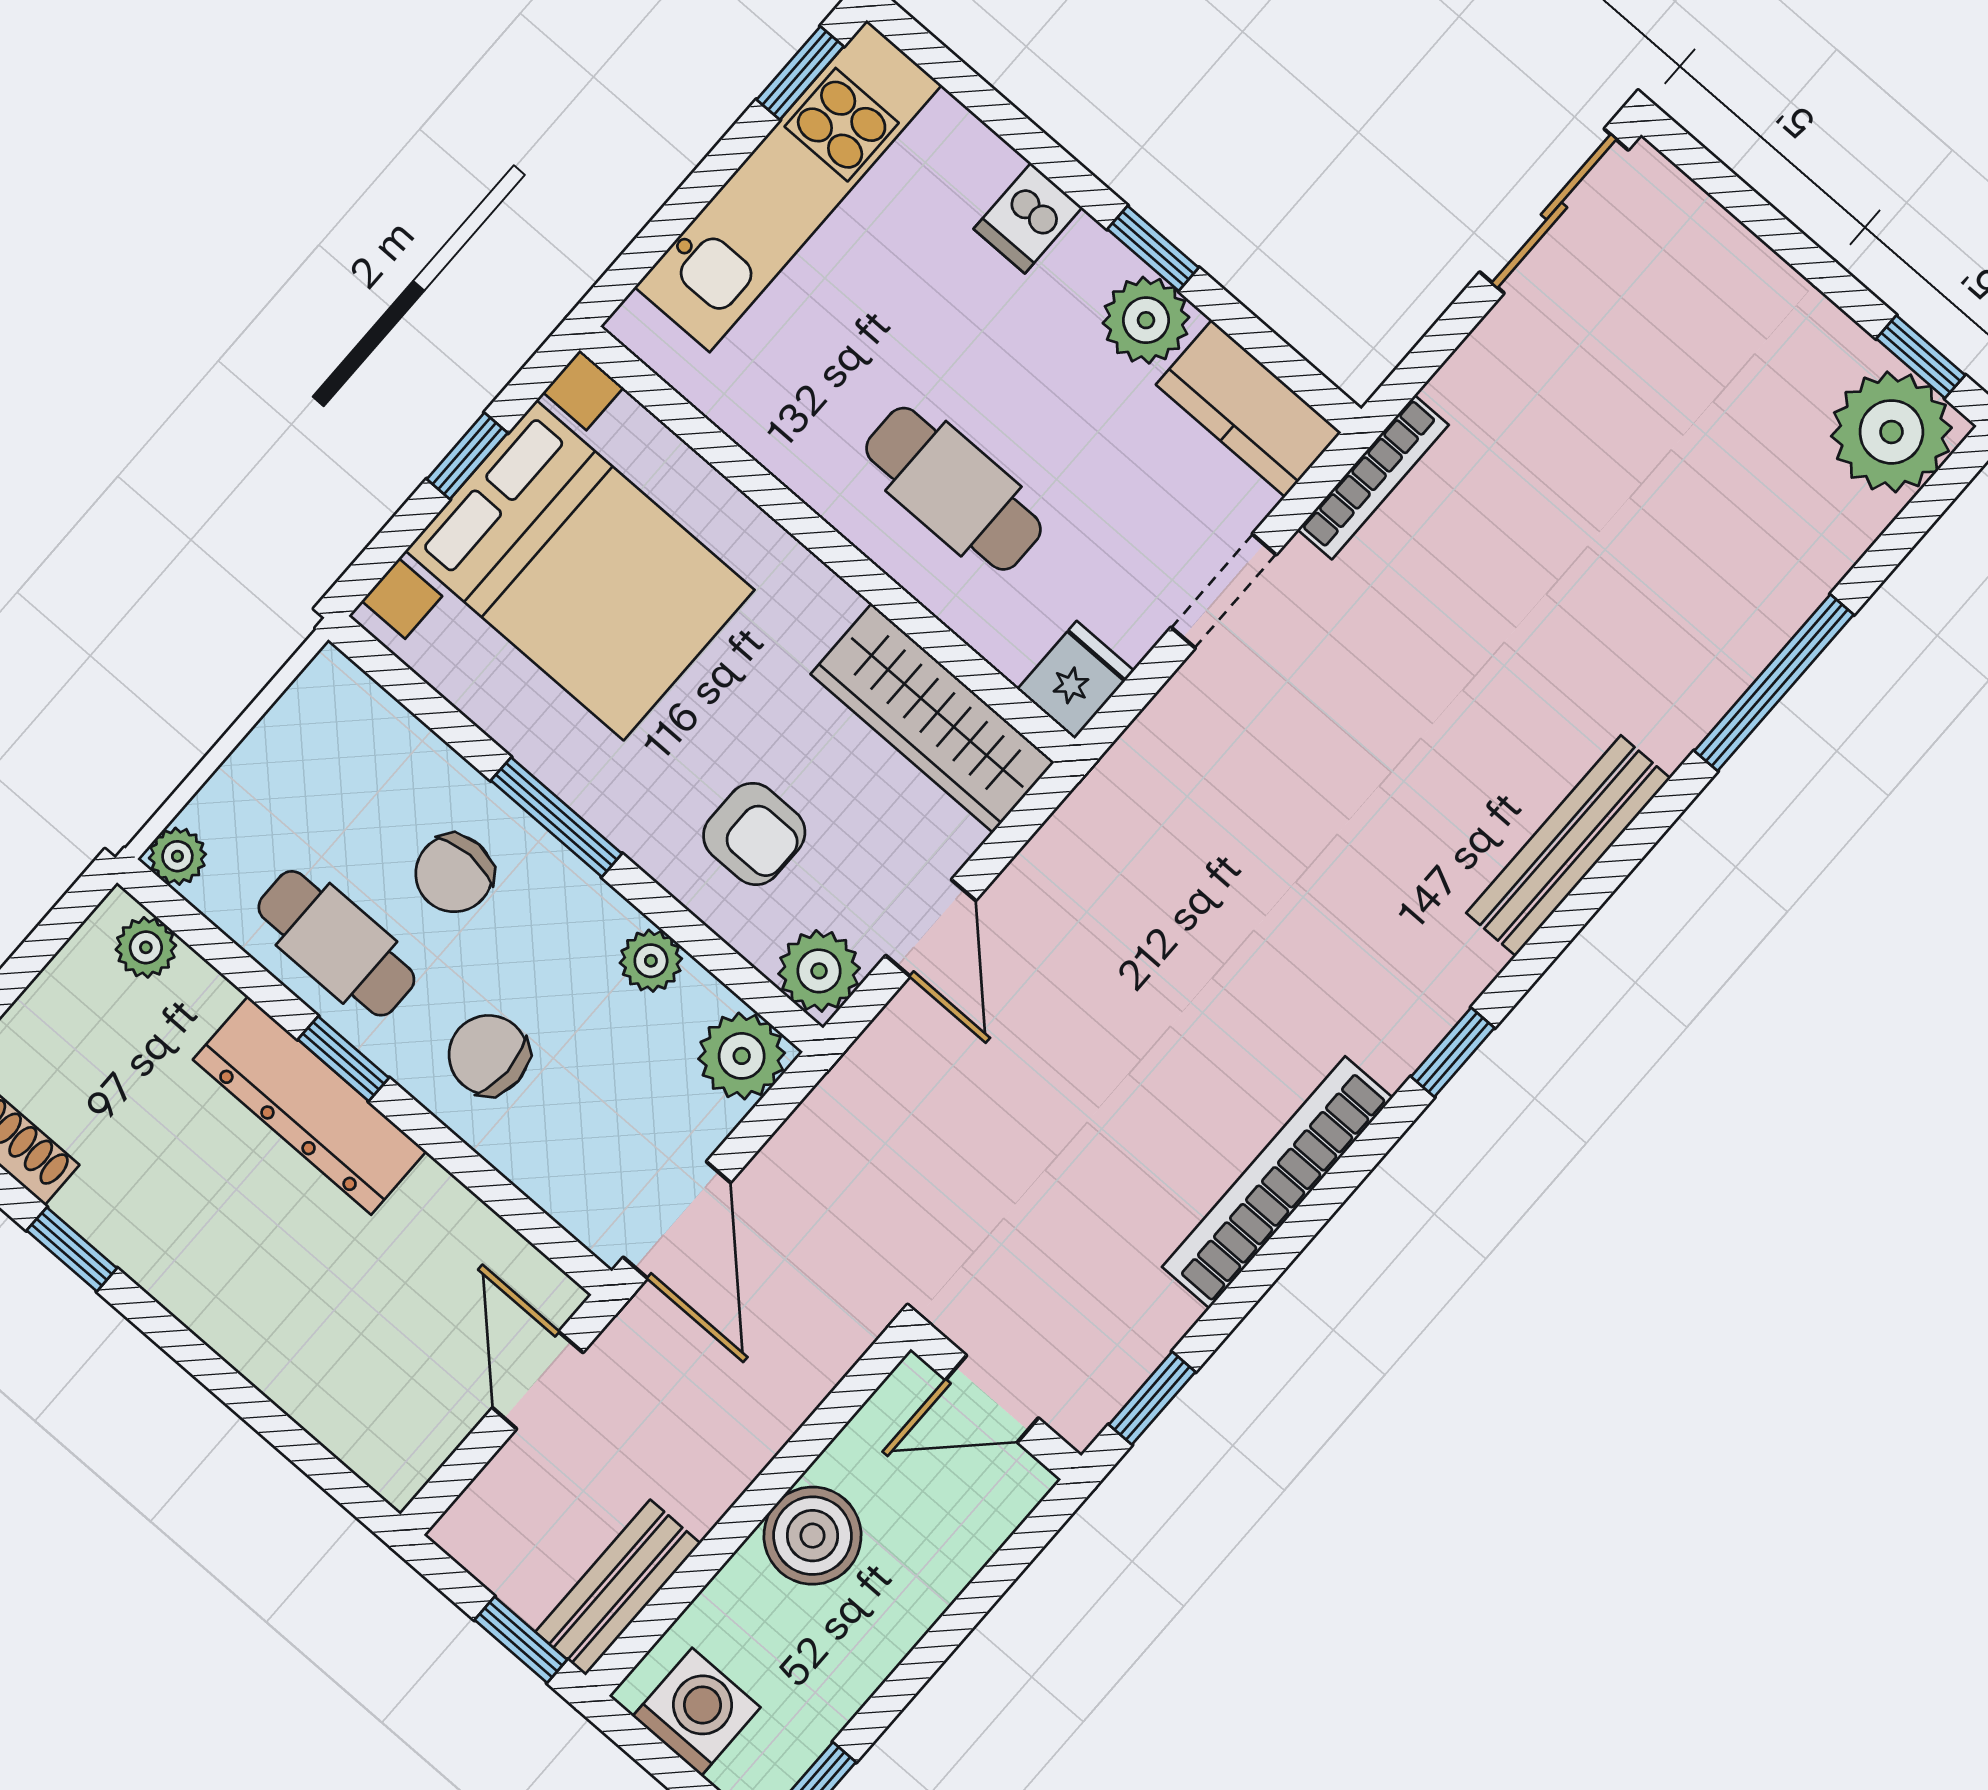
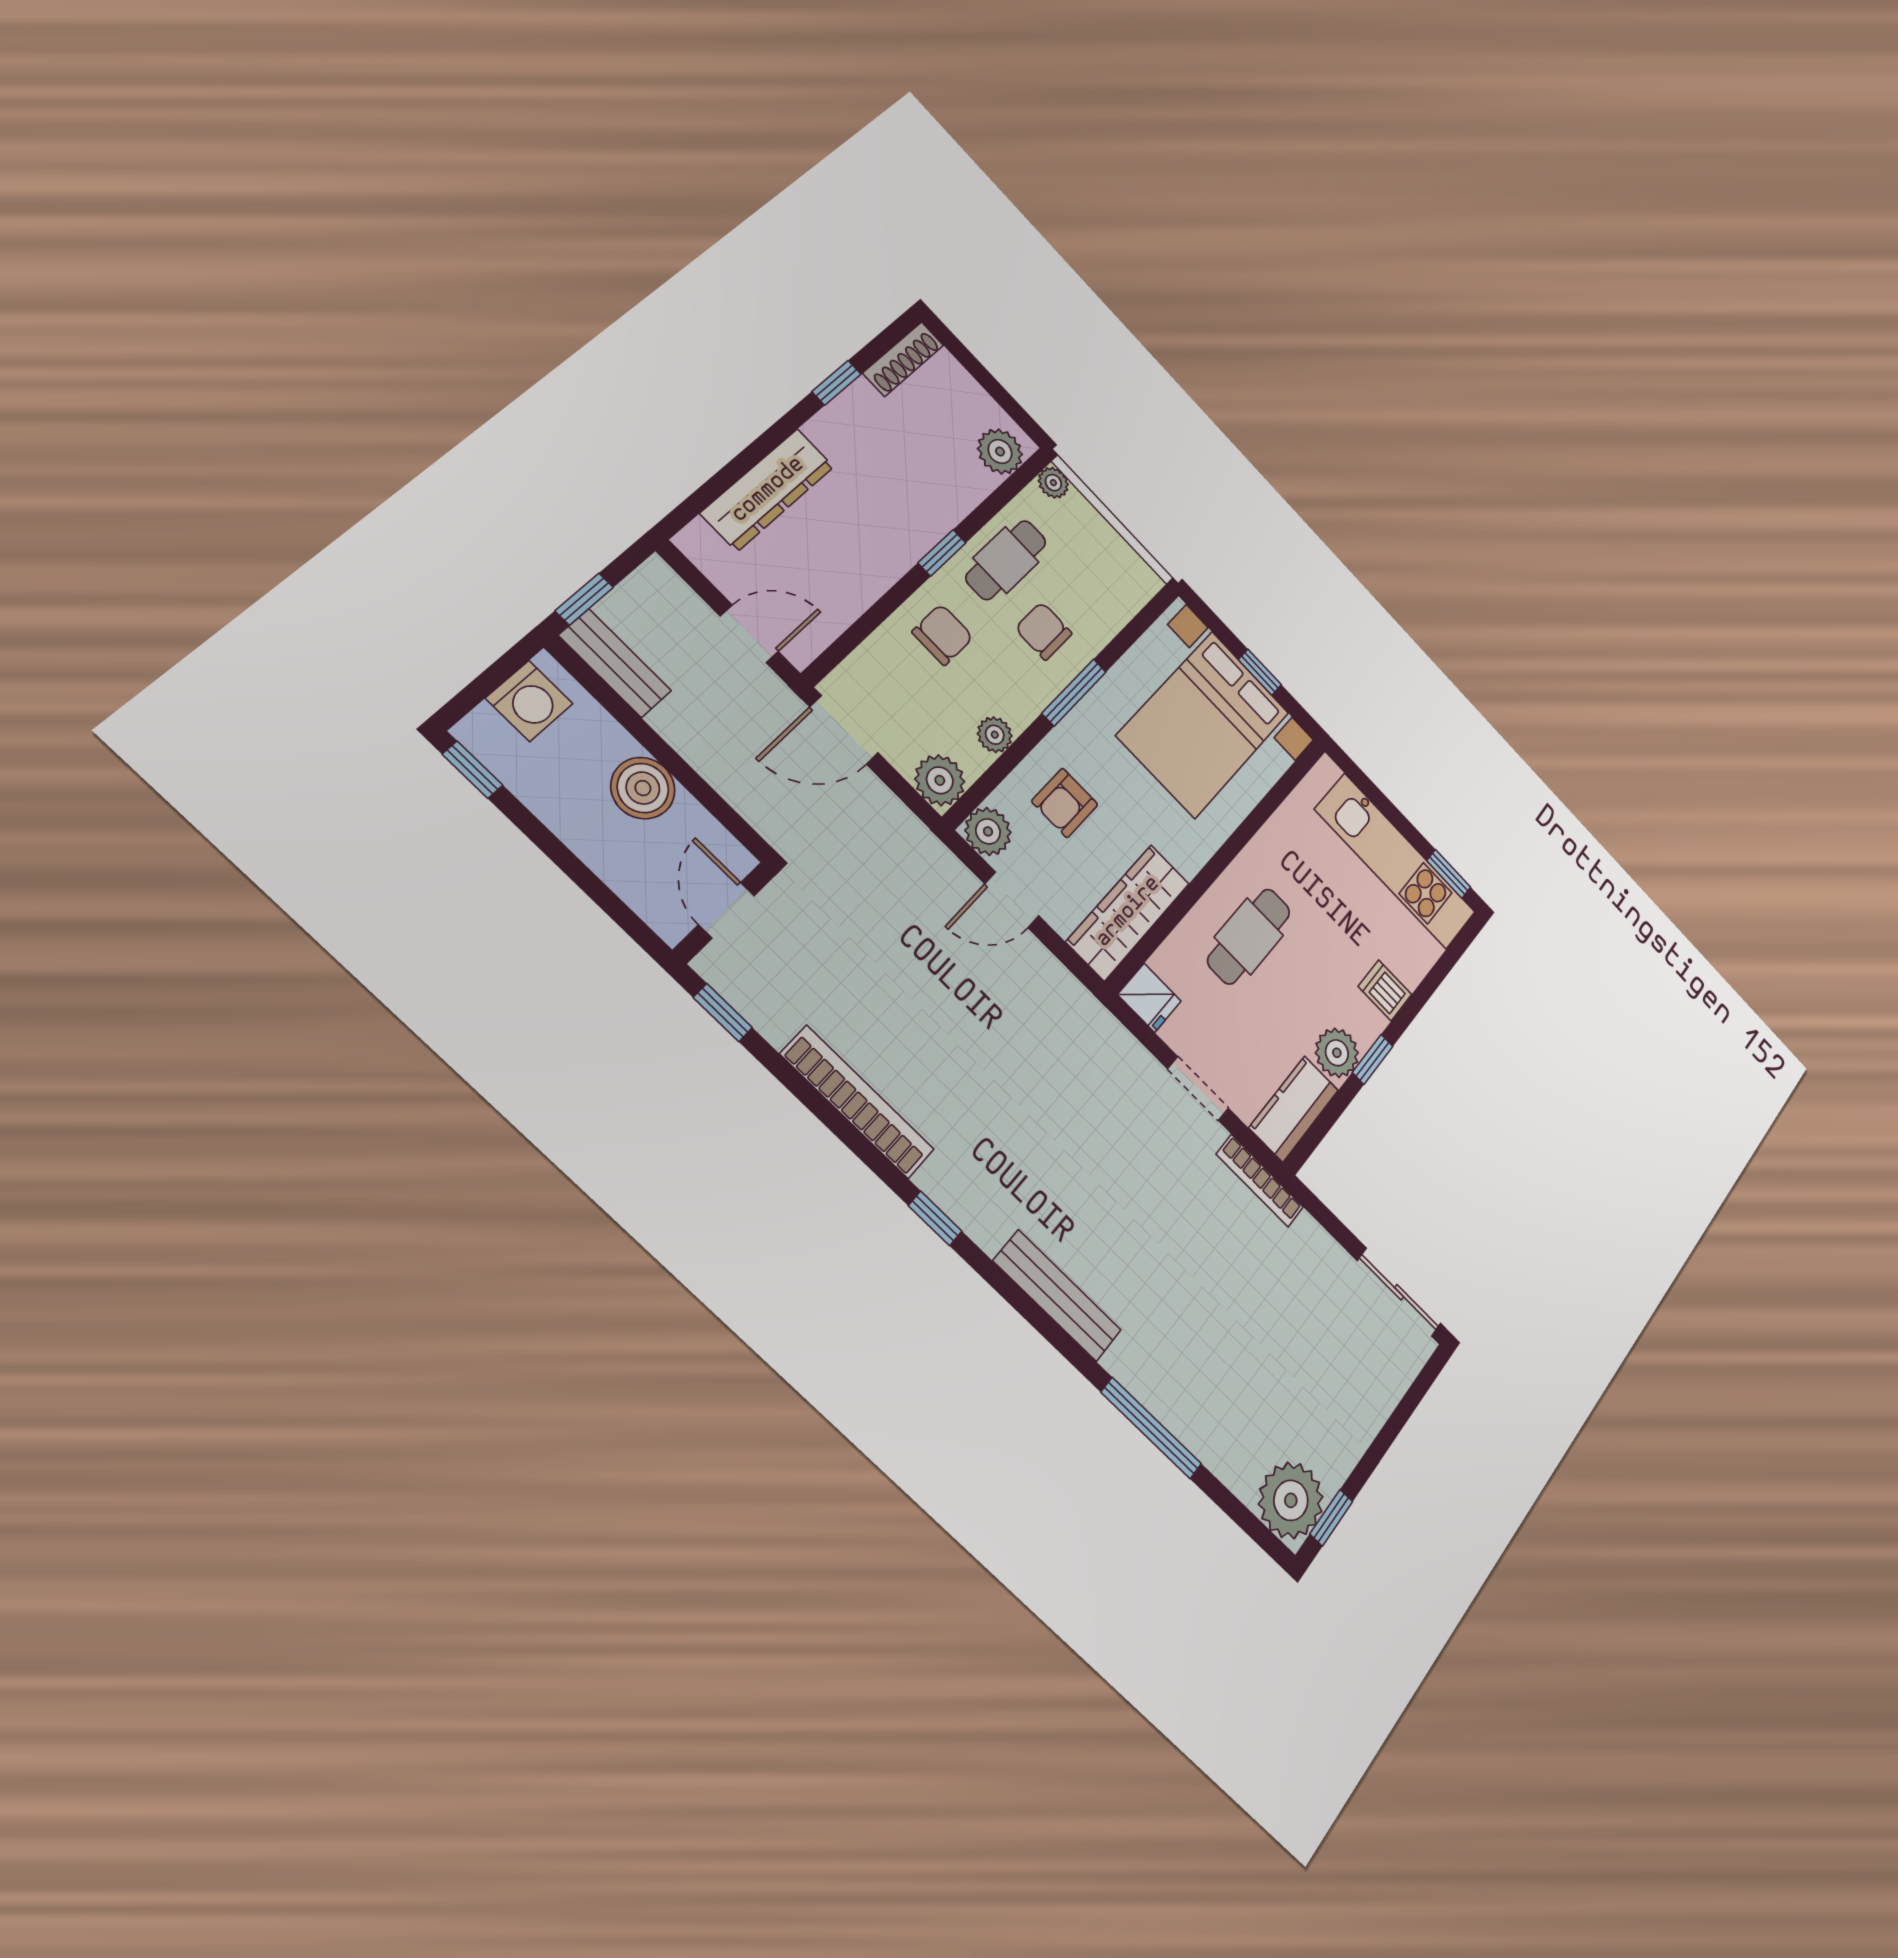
plant: (146, 947) -> (1000, 452), width x1.38, depth x1.38
dresser: (310, 1105) -> (768, 490), moved, turned 180

